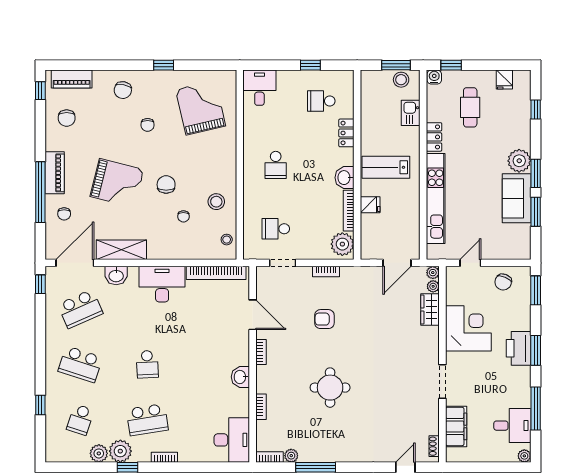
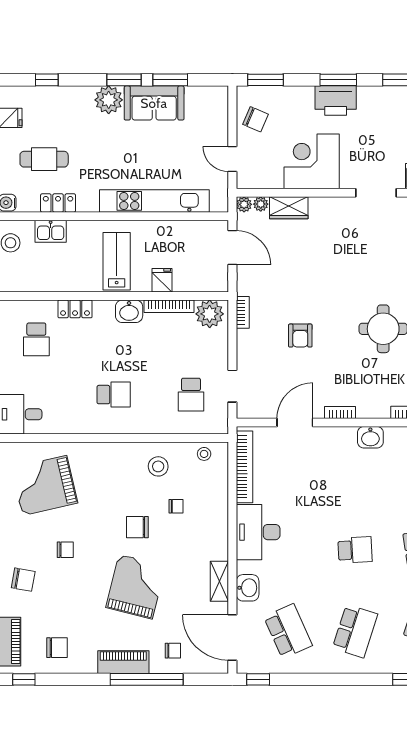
locker: (434, 137) -> (58, 203), moved
lab bench: (386, 167) -> (117, 261), turned 180
shelving: (121, 250) -> (219, 581), width x0.67, depth x0.75
bookcase: (326, 271) -> (243, 312), moved

